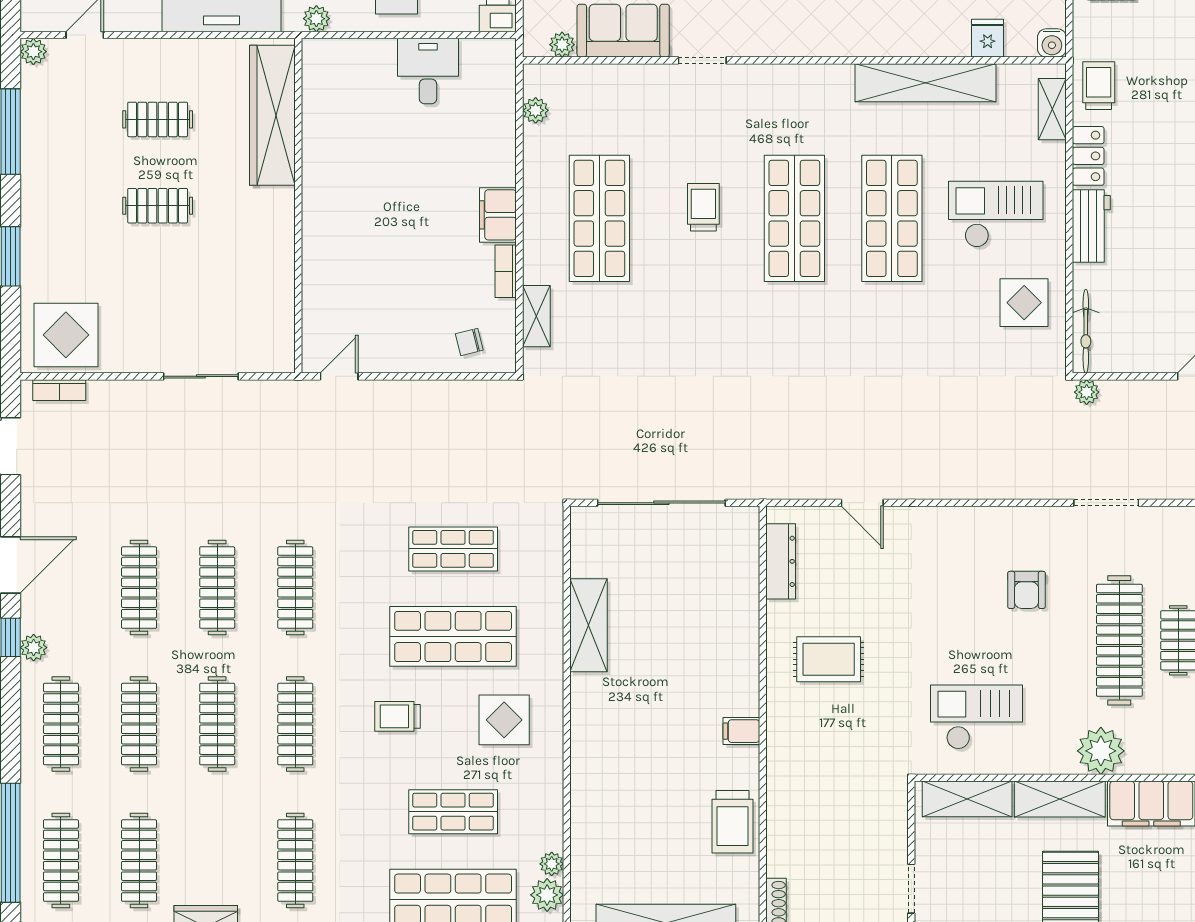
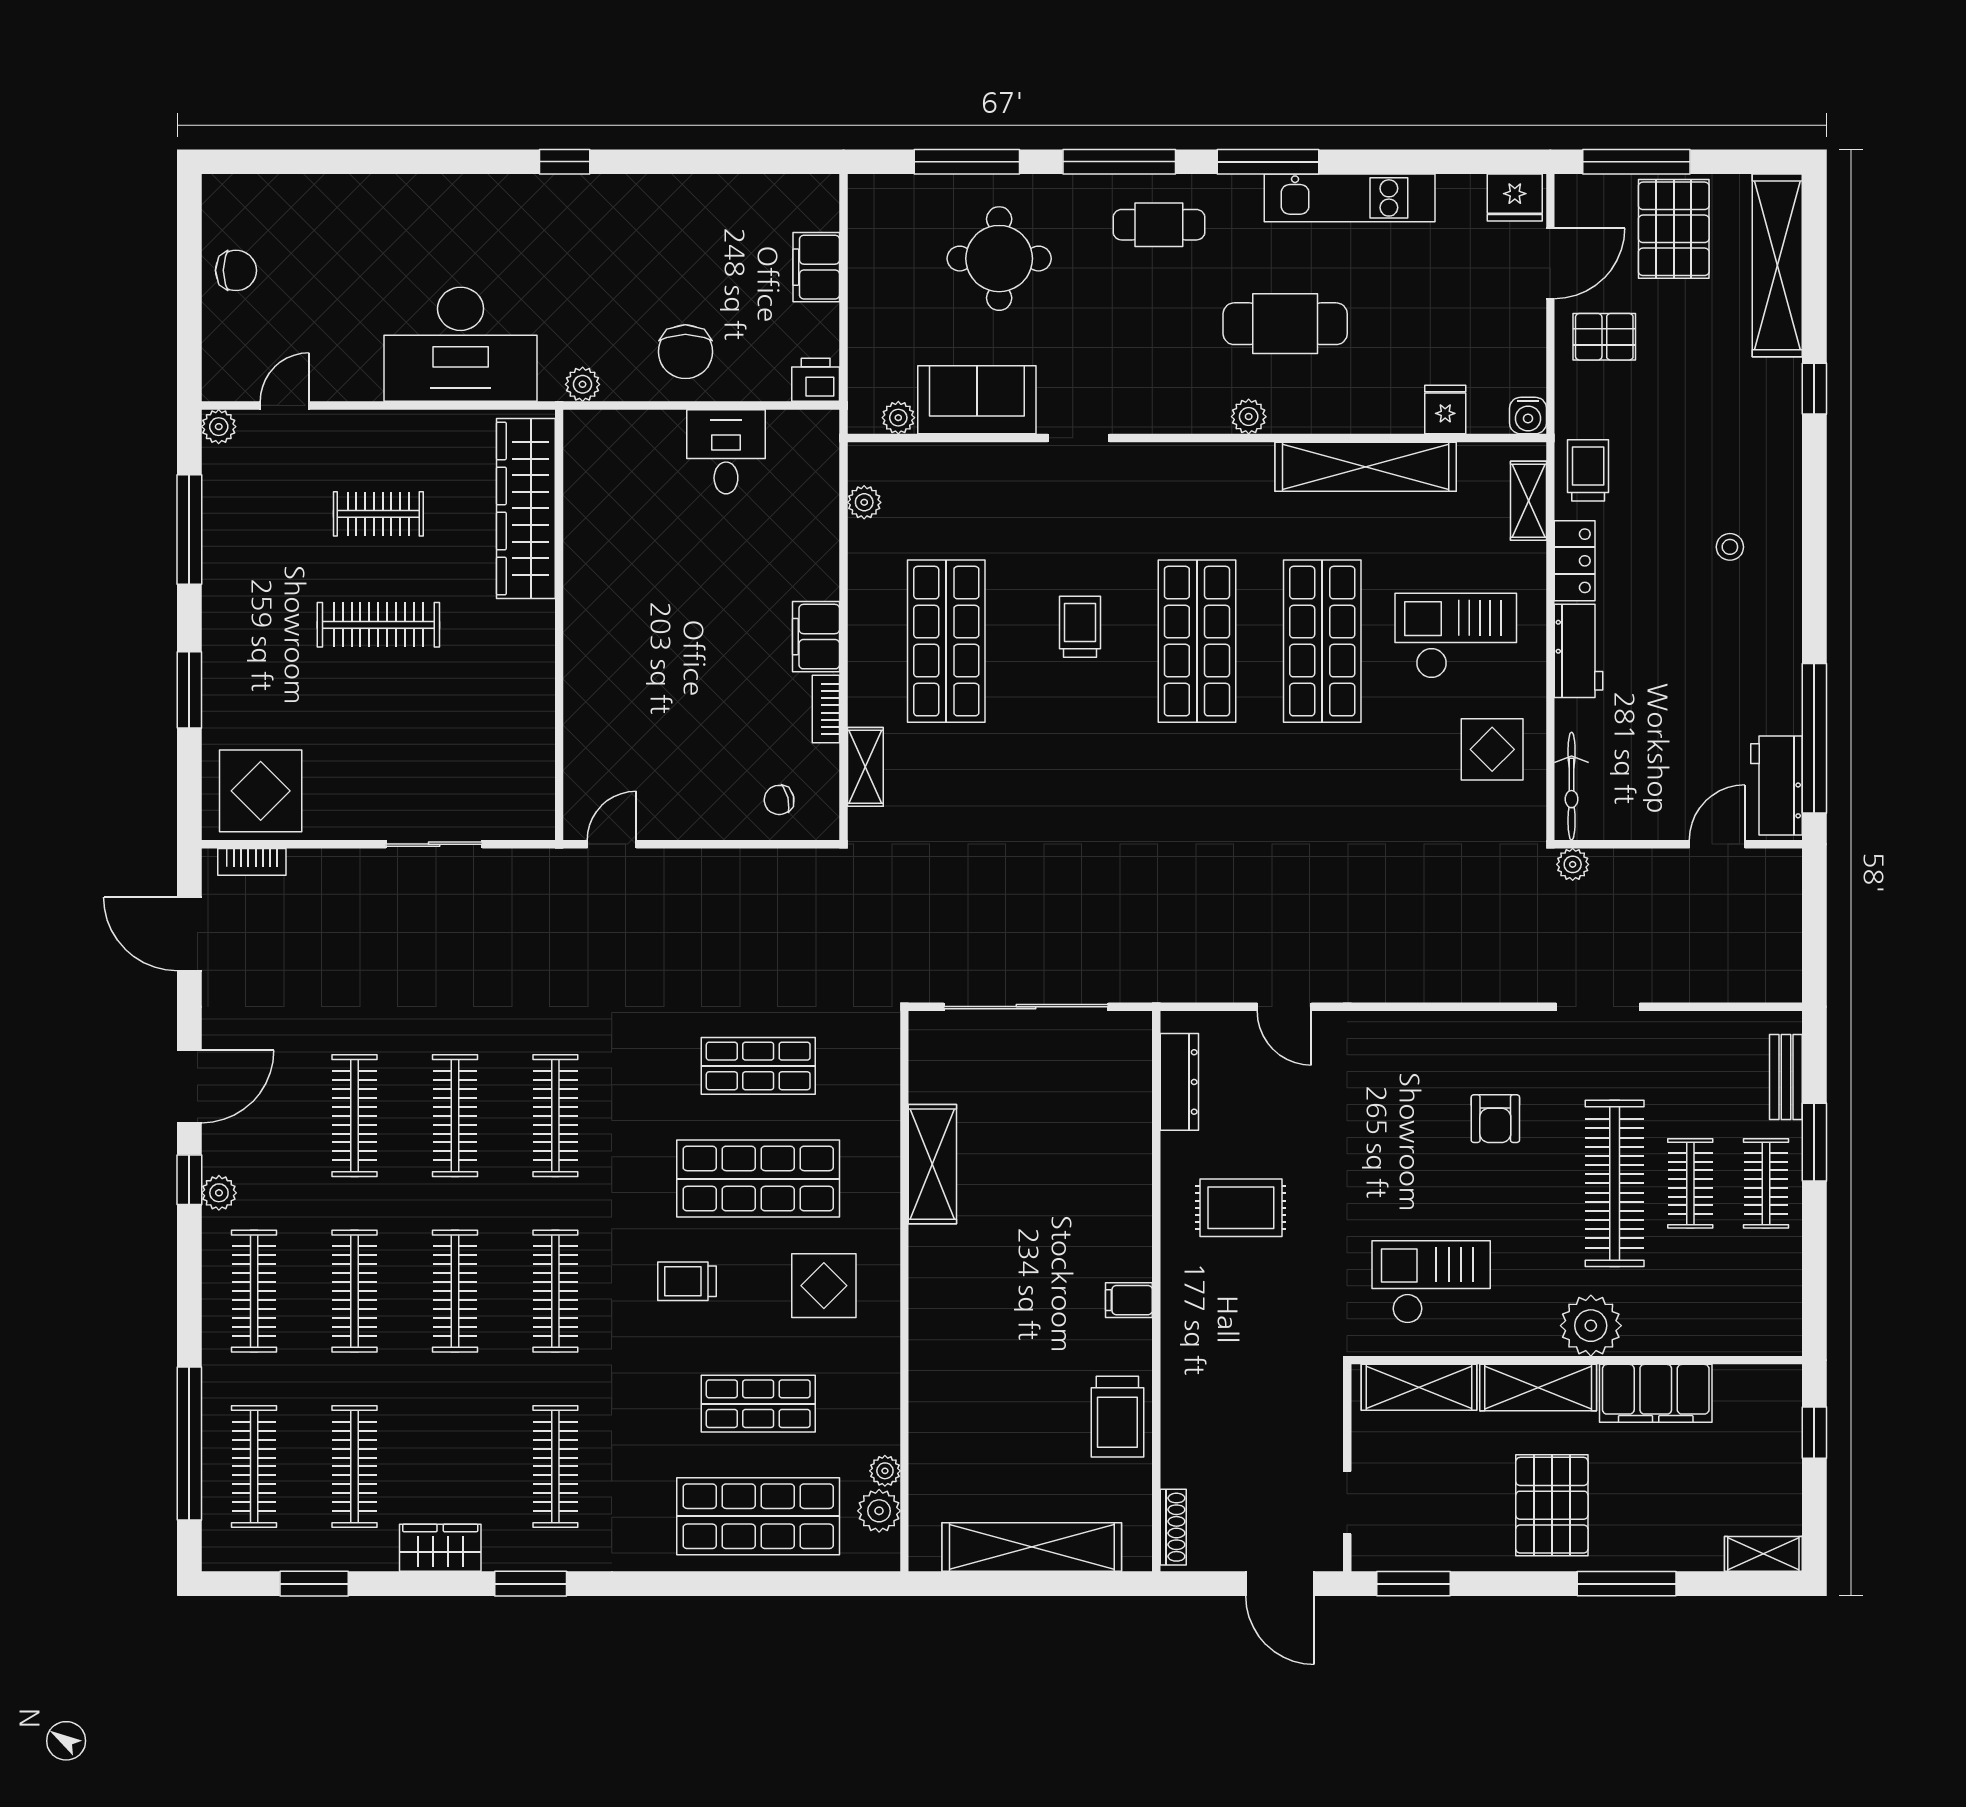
plant: (835, 44) -> (1249, 417), added
clothes rail: (158, 206) -> (378, 625), width x1.36

